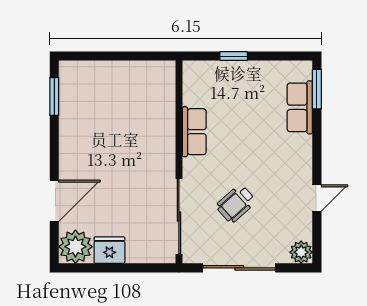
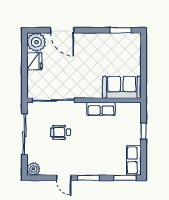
sofa: (156, 95) -> (122, 87), added
row of seats: (300, 107) -> (134, 160), moved, turned -90
window: (317, 154) -> (88, 178), added
wheelchair: (236, 204) -> (61, 132), turned -48

